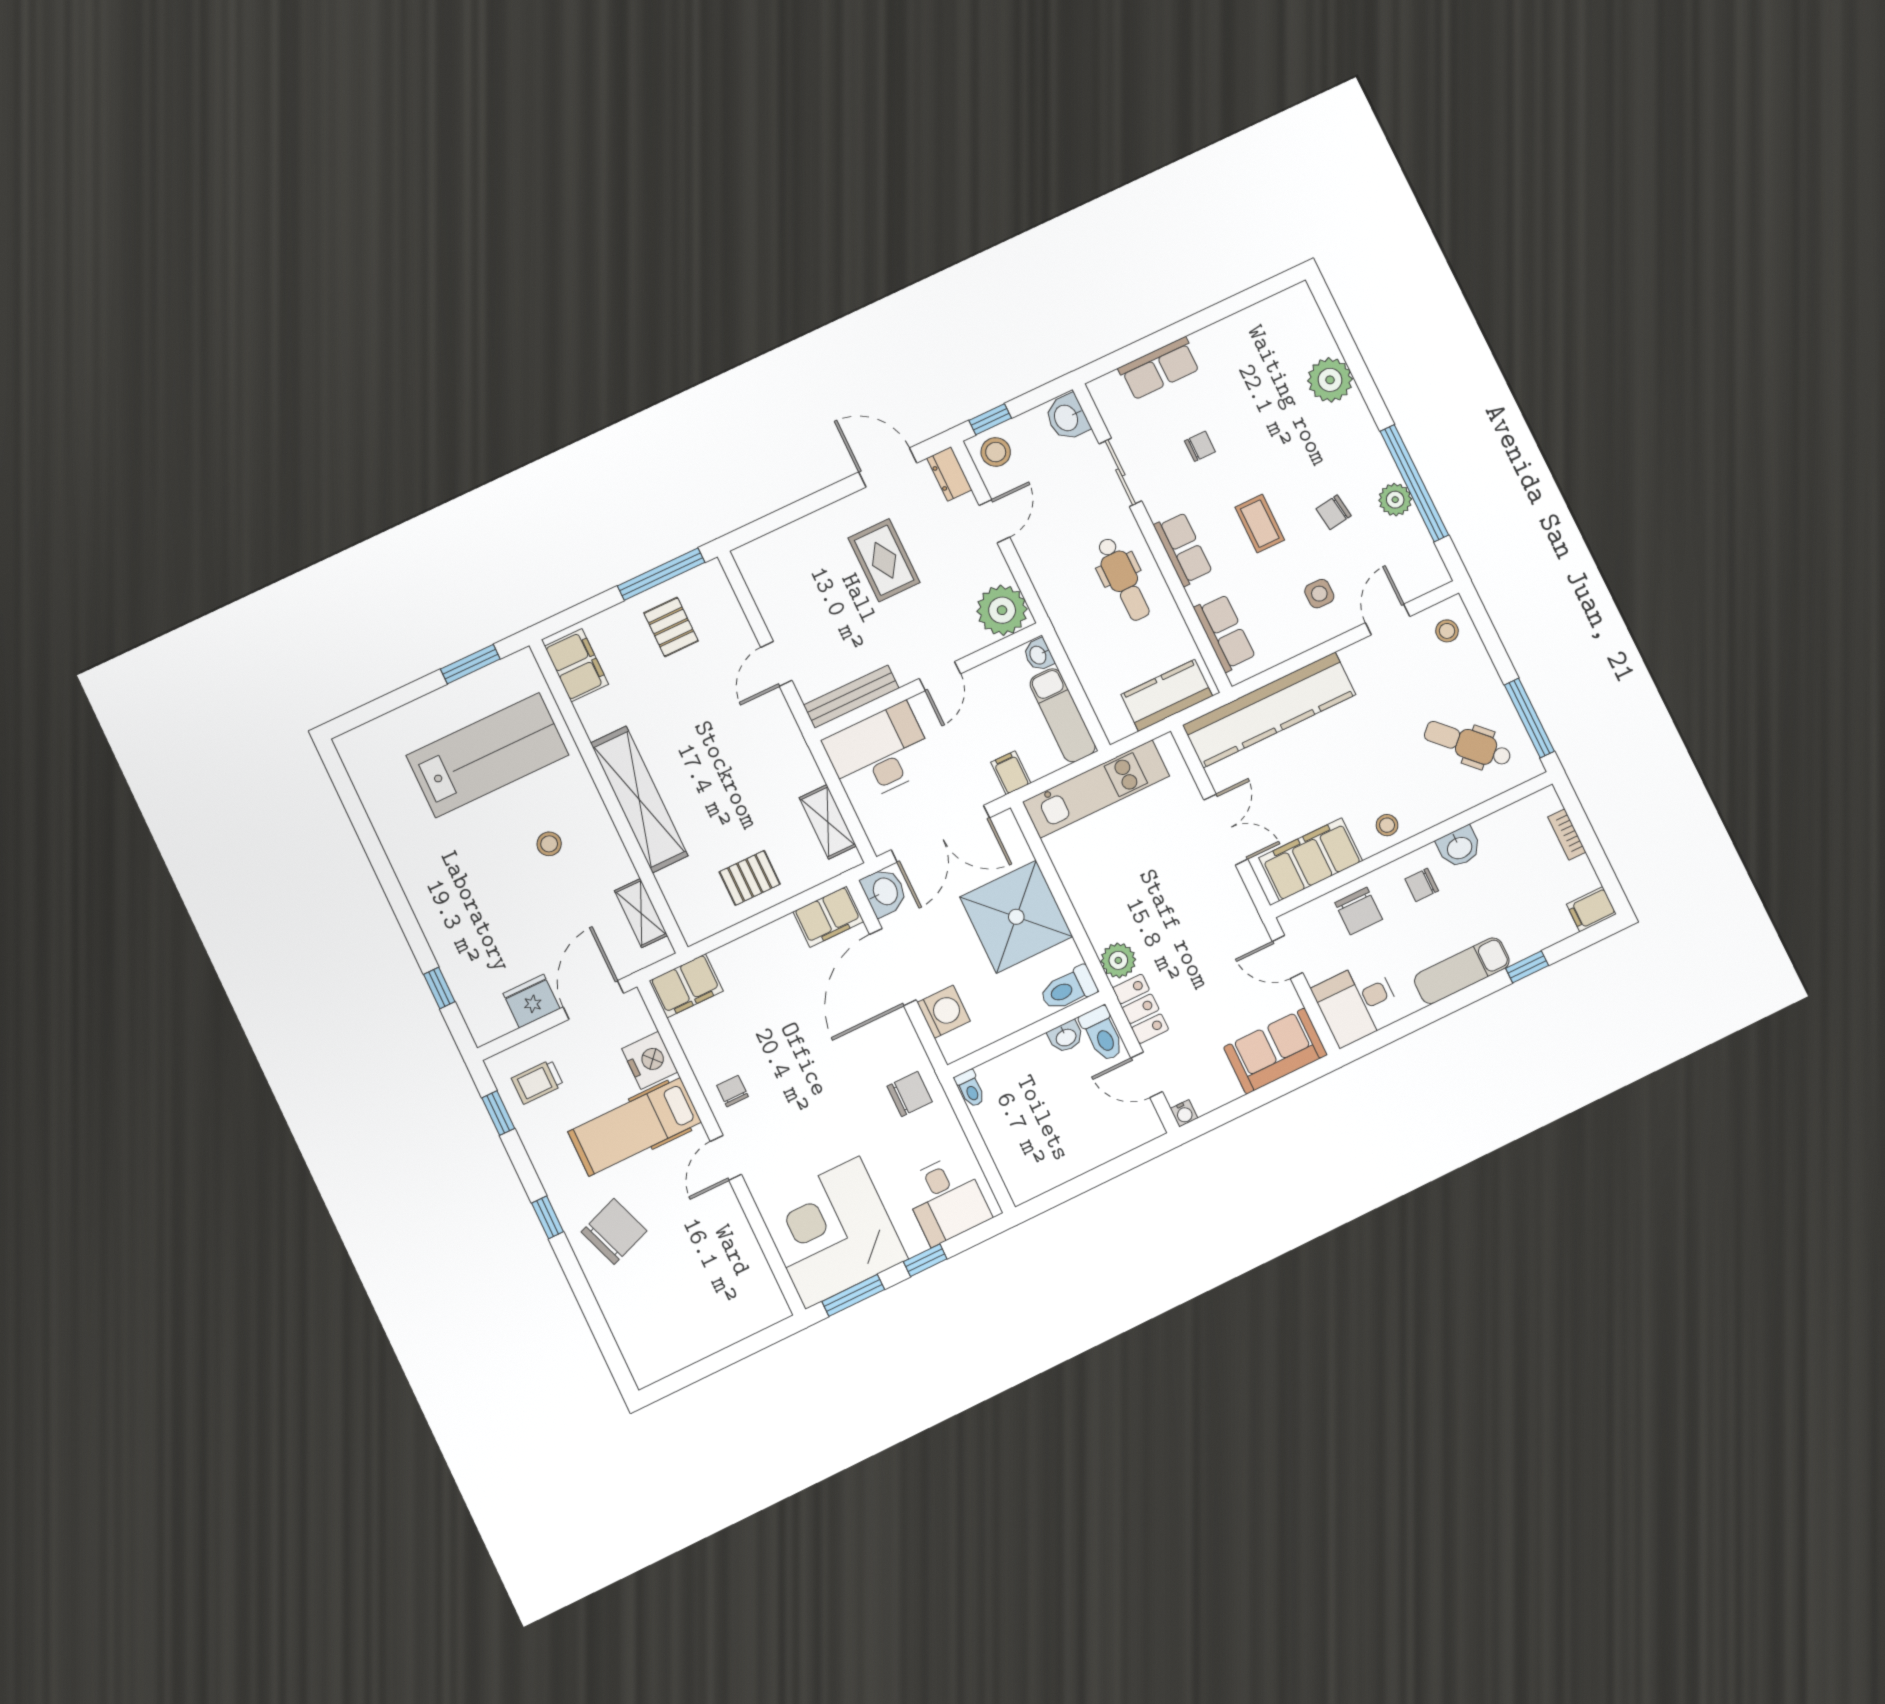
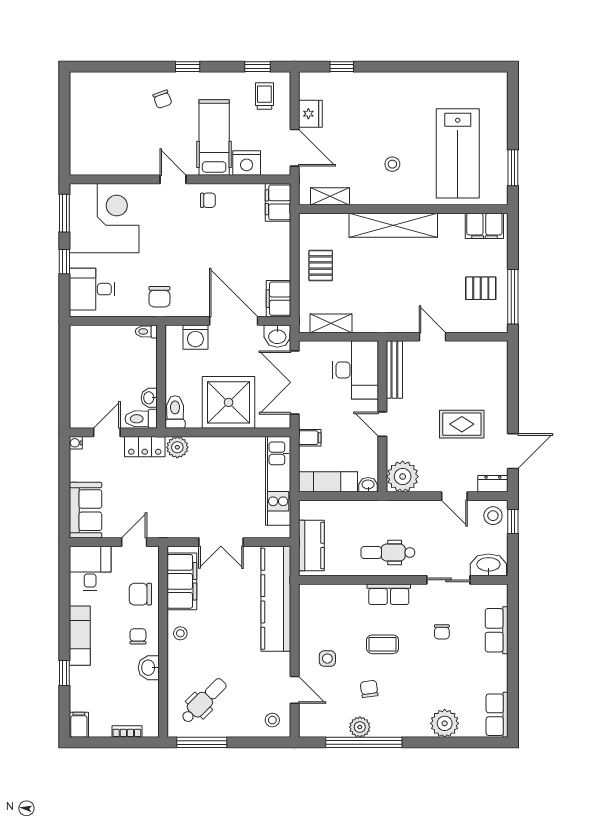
washbasin: (1067, 417) -> (488, 565), width x1.38
row of seats: (1225, 633) -> (497, 715), moved, turned 90
chair: (614, 1231) -> (162, 99), width x0.54, depth x0.54

